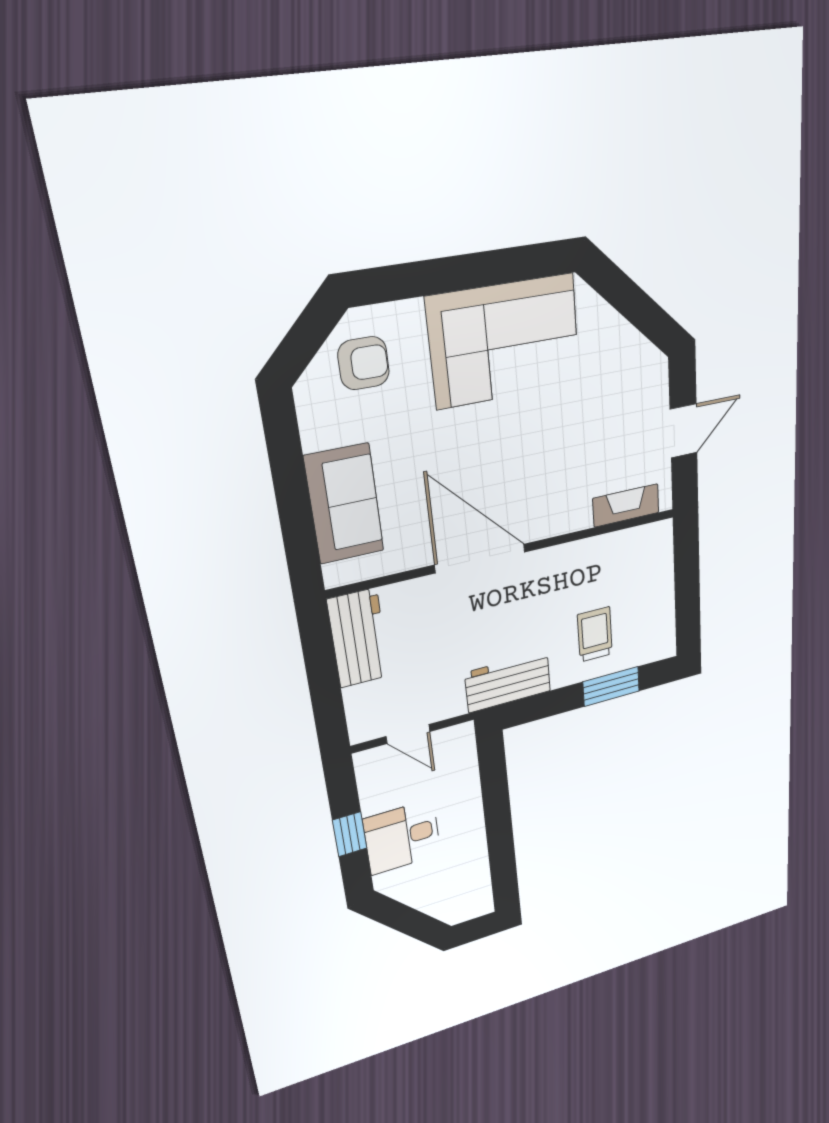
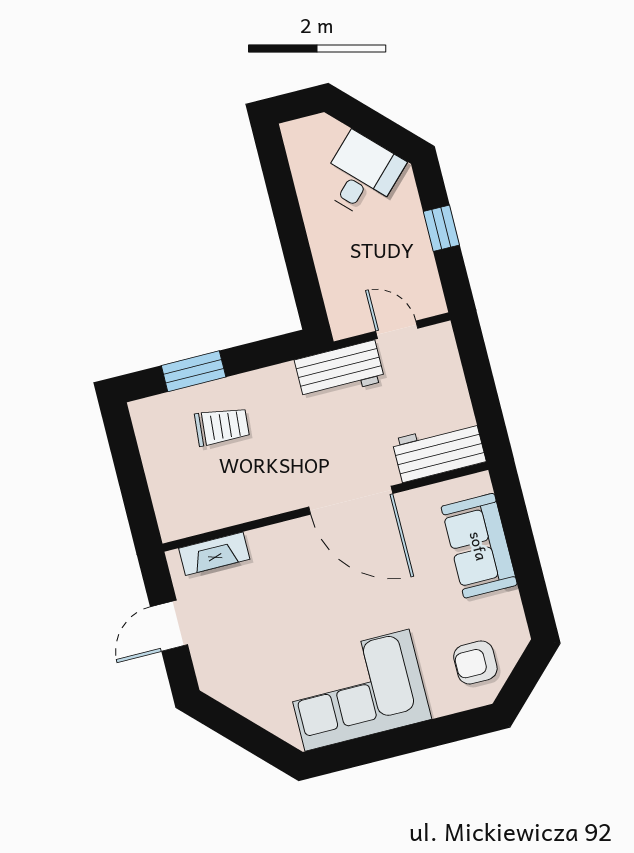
trolley: (595, 634) -> (222, 426), turned -85
workbench: (358, 638) -> (439, 451), moved, turned 90
workbench: (508, 682) -> (340, 371), moved
desk: (402, 837) -> (362, 175), moved, turned -45

